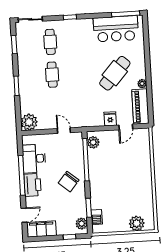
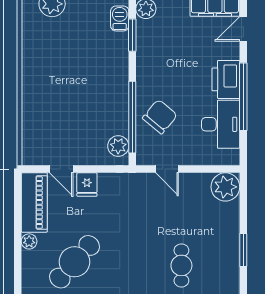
door: (126, 127) -> (61, 169), swing flipped
chair: (69, 182) -> (160, 117), moved

